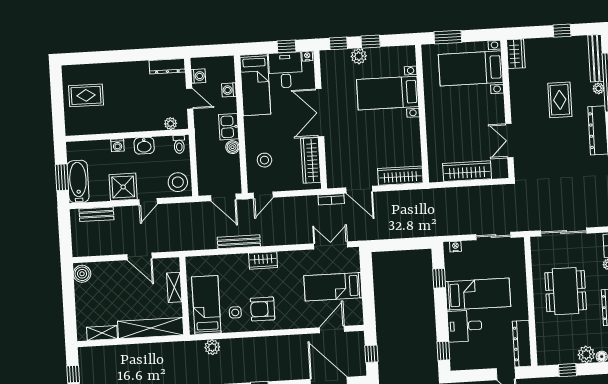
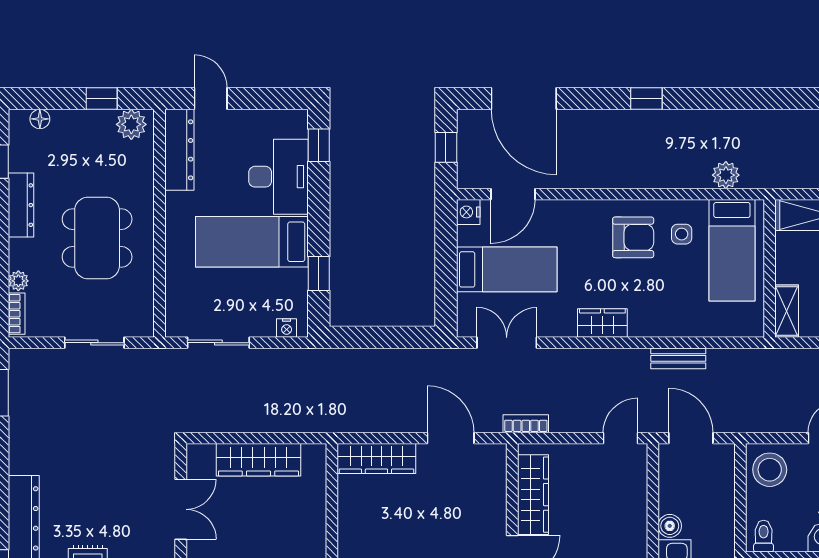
stool: (264, 160) -> (615, 500), removed
bookcase: (331, 199) -> (526, 424), moved
sliding door: (564, 232) -> (94, 343), width x0.73
bench: (239, 242) -> (678, 358), width x0.73
double door: (331, 245) -> (507, 343), swing flipped
wardrobe: (263, 260) -> (602, 323), moved
shelving: (174, 287) -> (787, 311), moved
nightstand: (357, 318) -> (468, 212), added
desk: (465, 326) -> (278, 177), width x1.37
plant: (586, 354) -> (131, 124), moved

